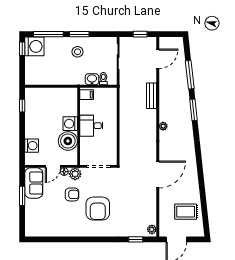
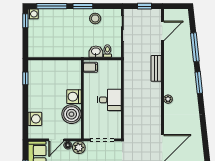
washing machine: (34, 46) -> (33, 14), width x0.53, depth x0.53
stool: (78, 52) -> (95, 18), moved
desk: (91, 126) -> (109, 100), moved, turned 180

